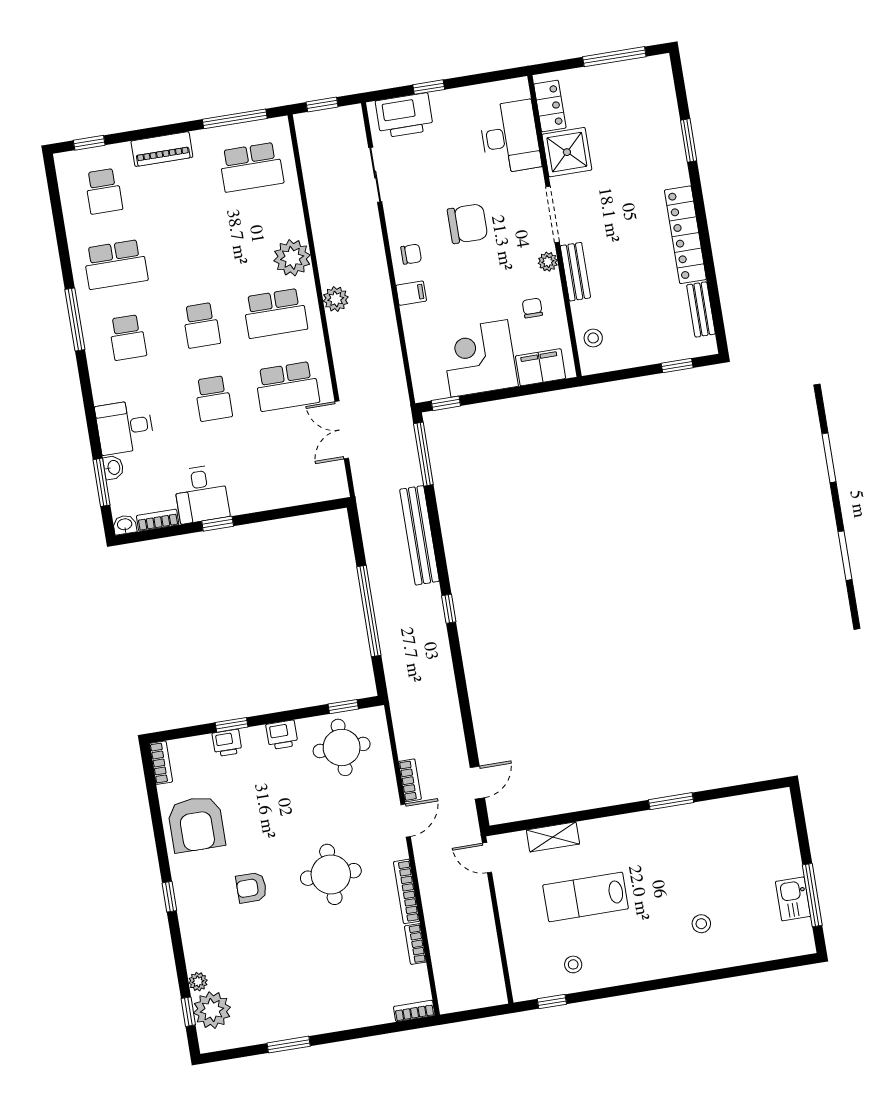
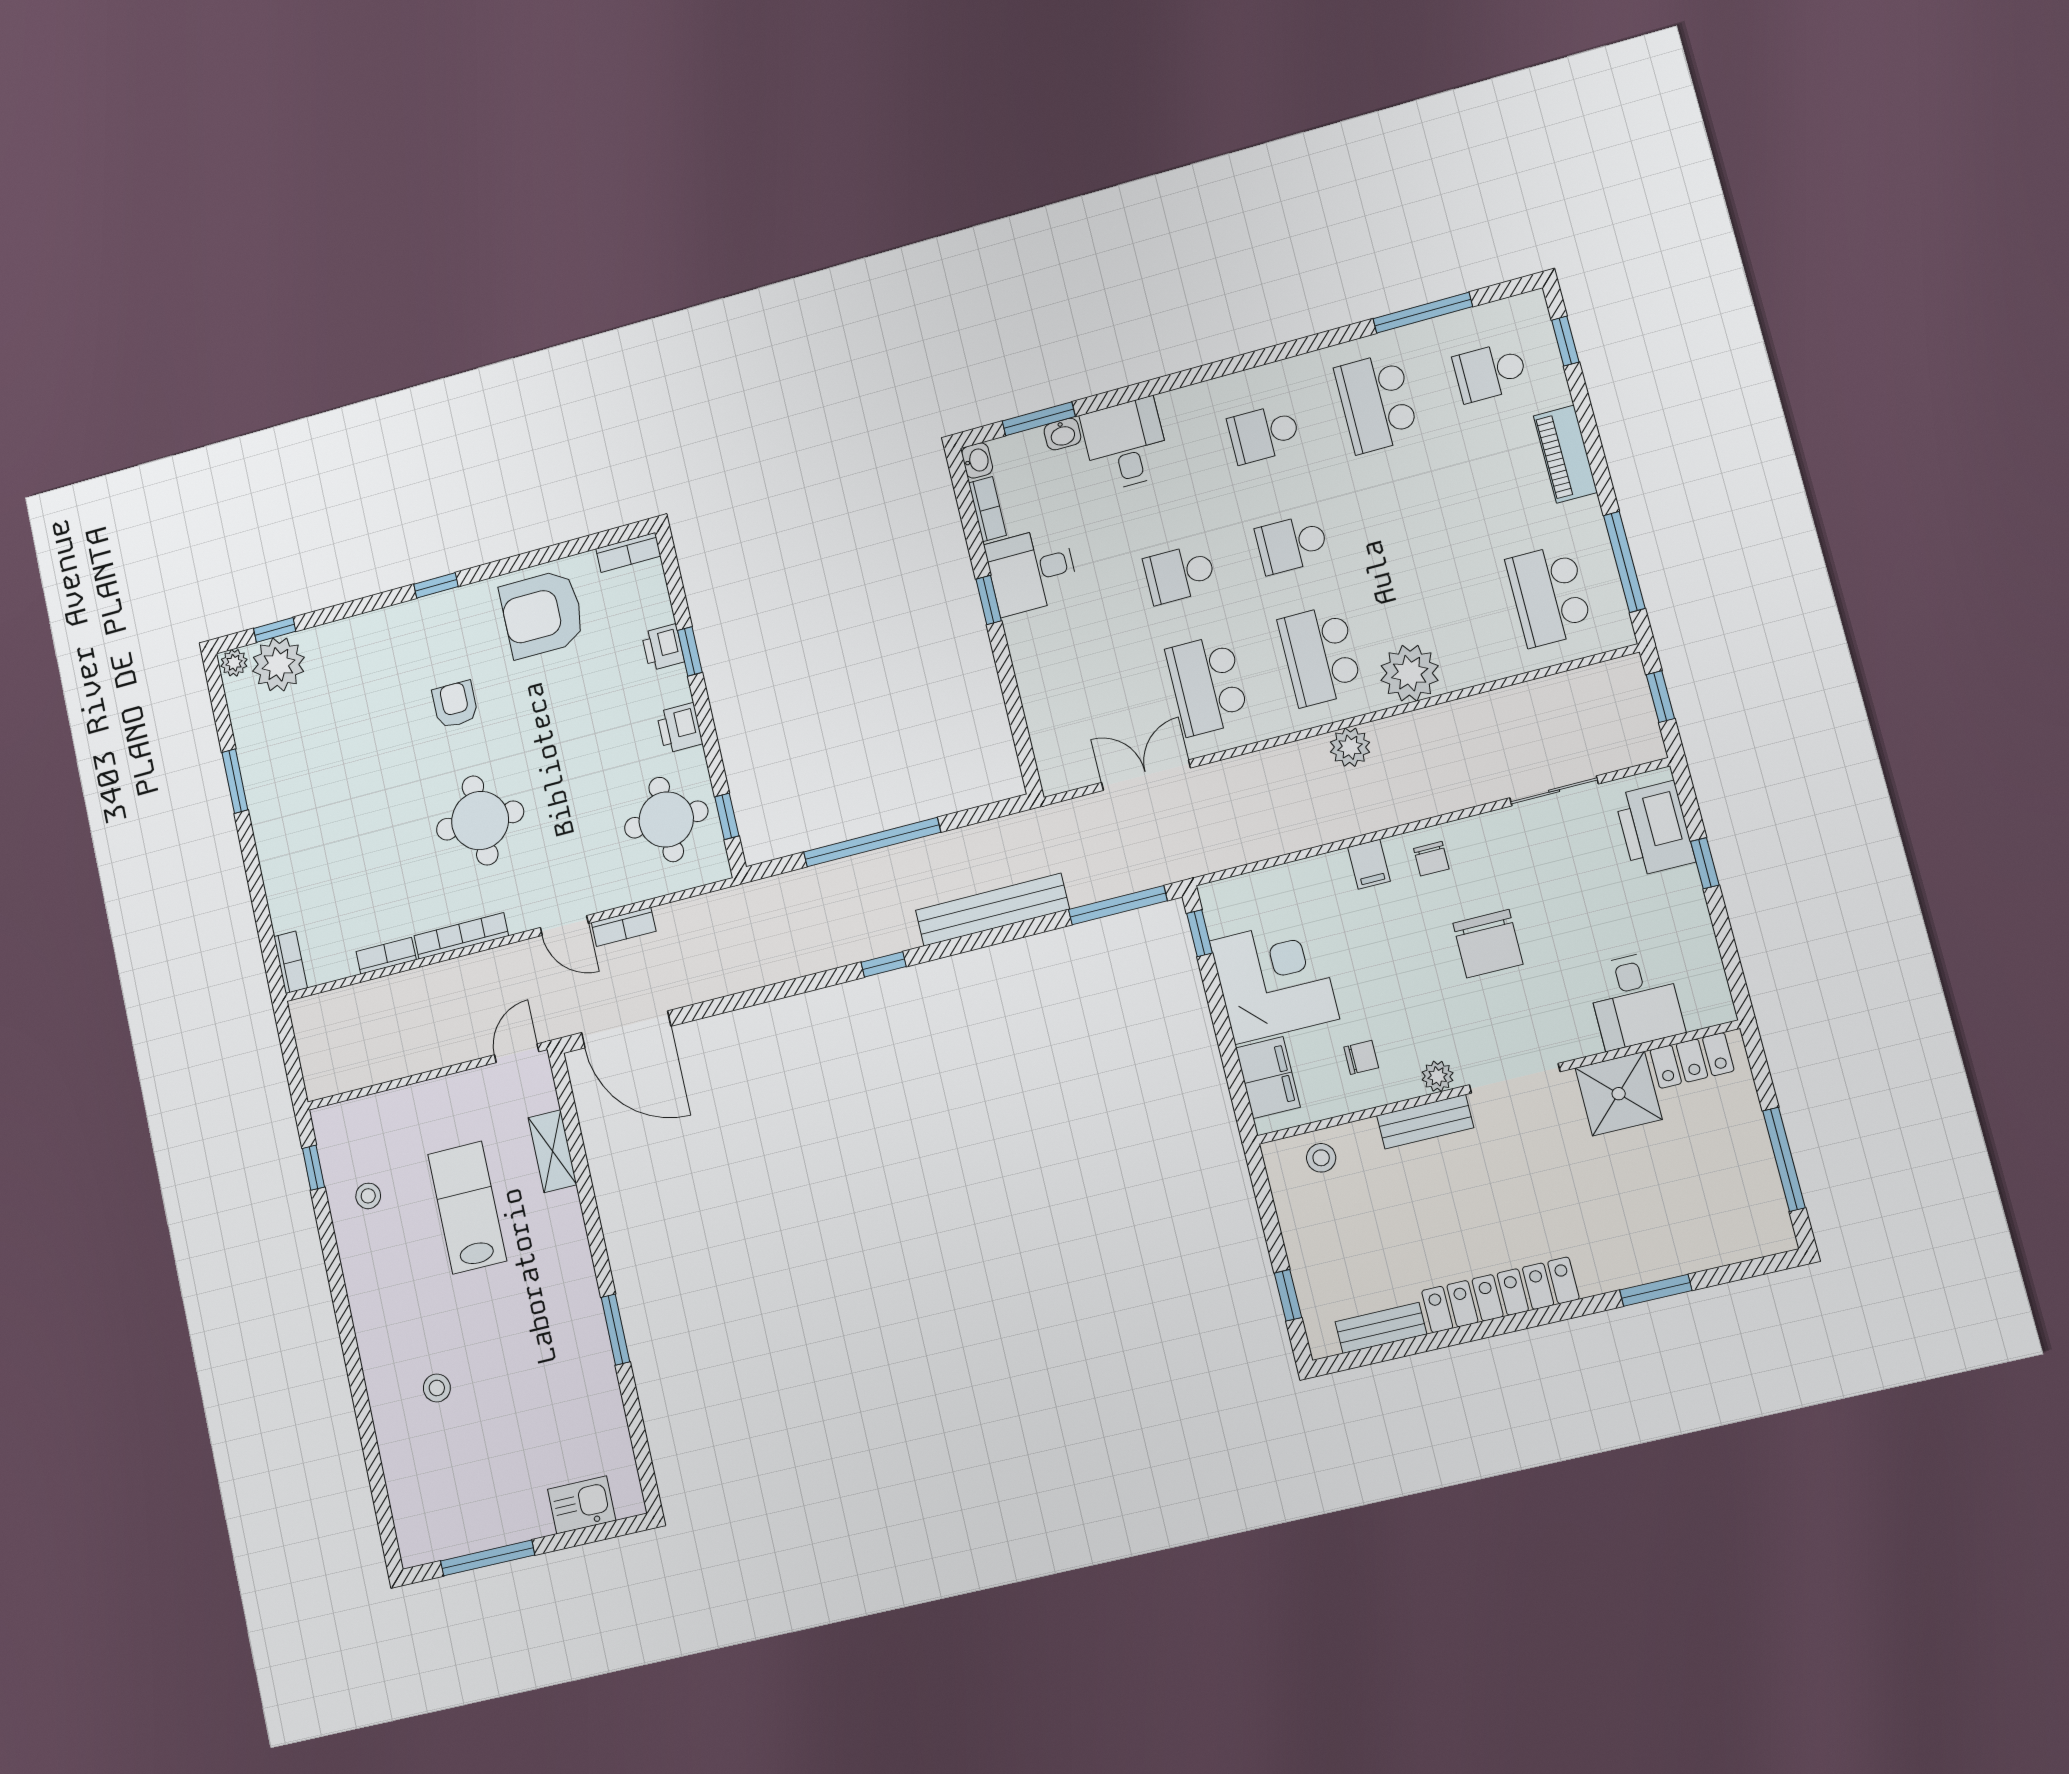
desk: (510, 137) -> (1635, 1000), width x0.73
window: (75, 320) -> (1423, 313), moved
door: (477, 783) -> (626, 1029), width x1.88
kitchen sink: (793, 899) -> (582, 1505), moved
plant: (198, 982) -> (234, 663), moved

